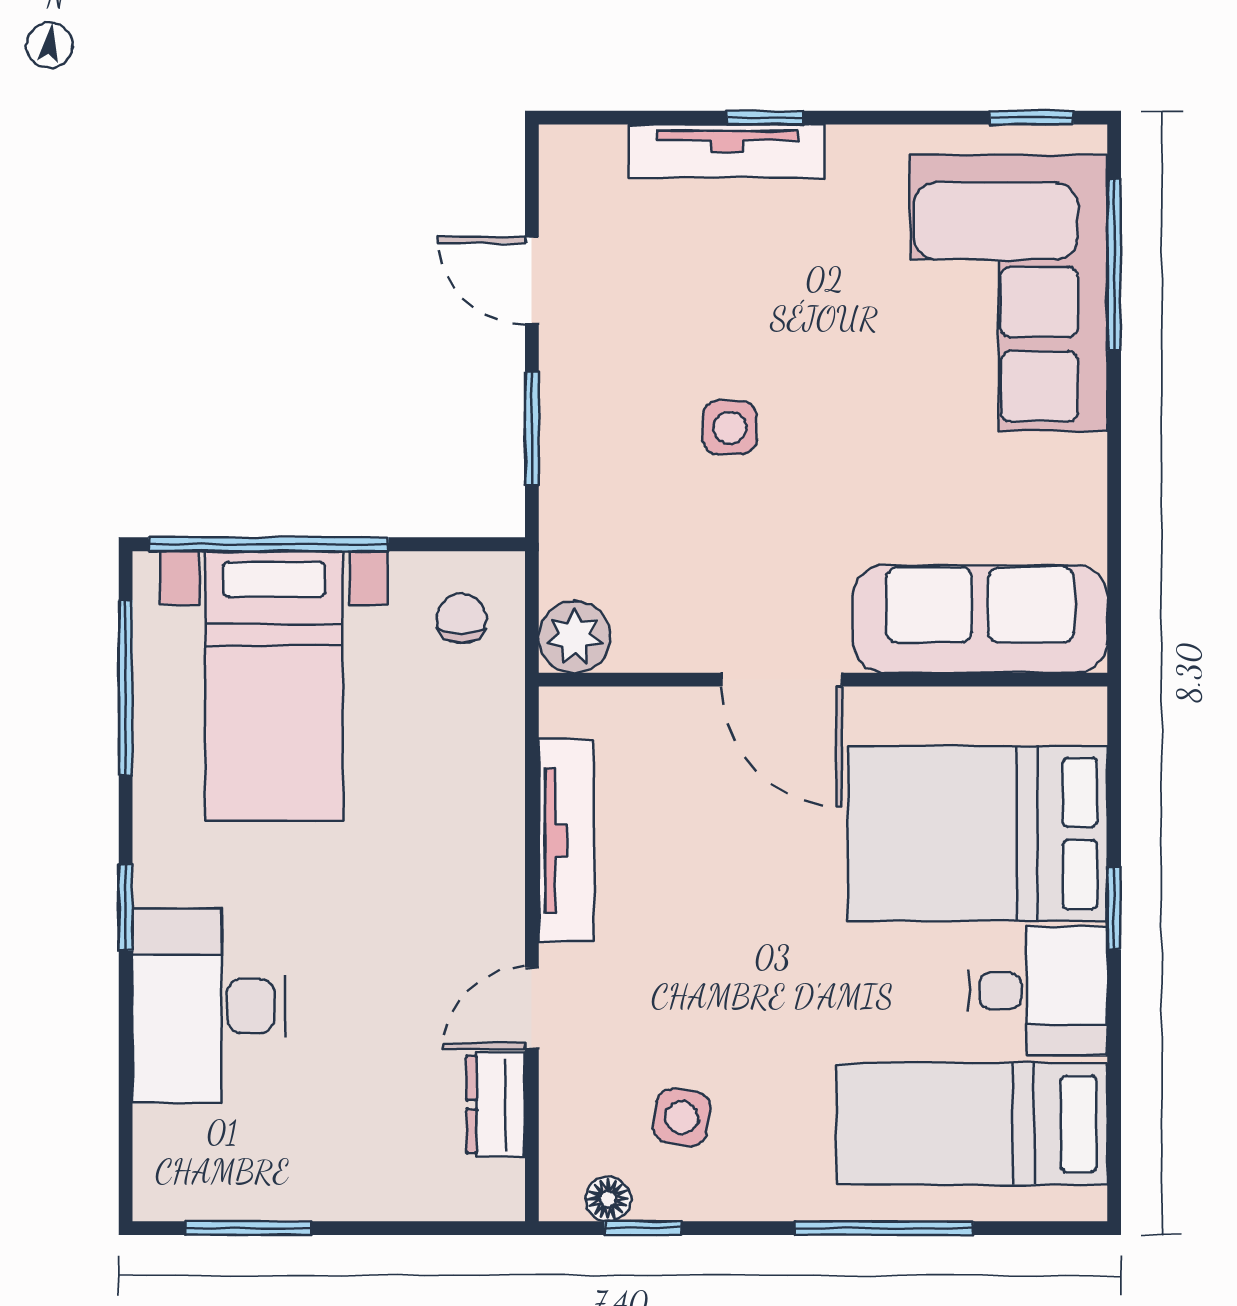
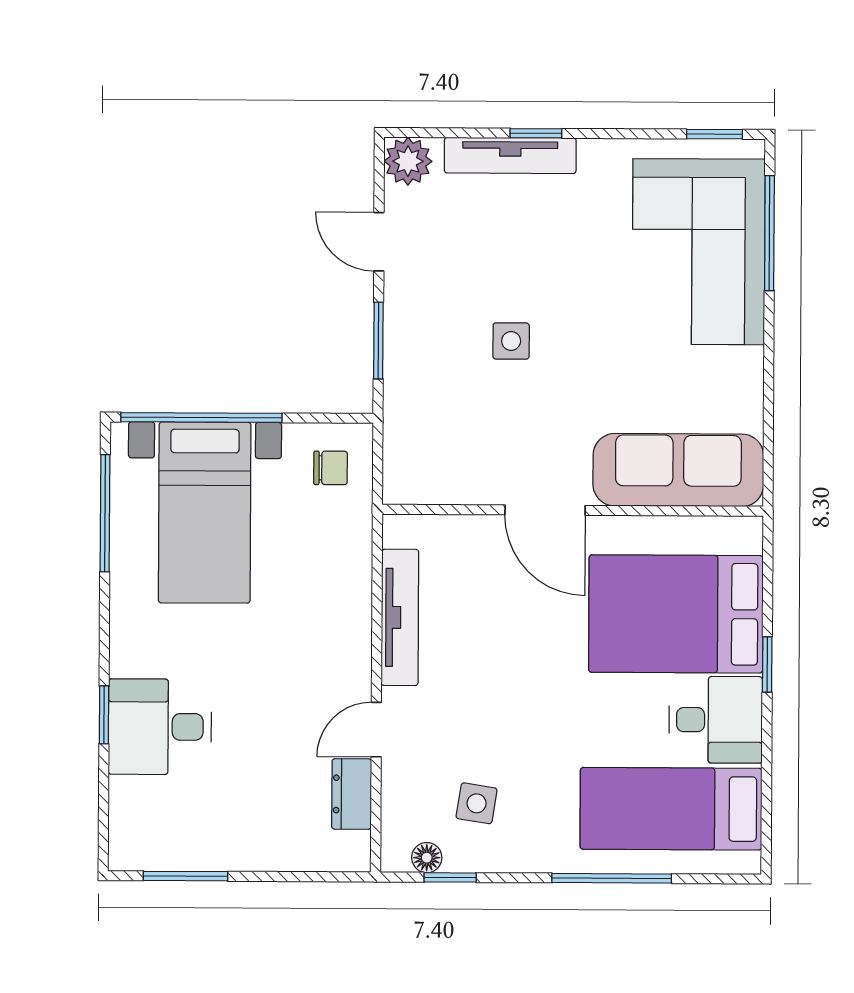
chair: (462, 618) -> (331, 468), turned 90
plant: (575, 637) -> (408, 161), moved
window: (126, 907) -> (104, 715), moved
desk: (209, 1006) -> (160, 727), width x0.73

